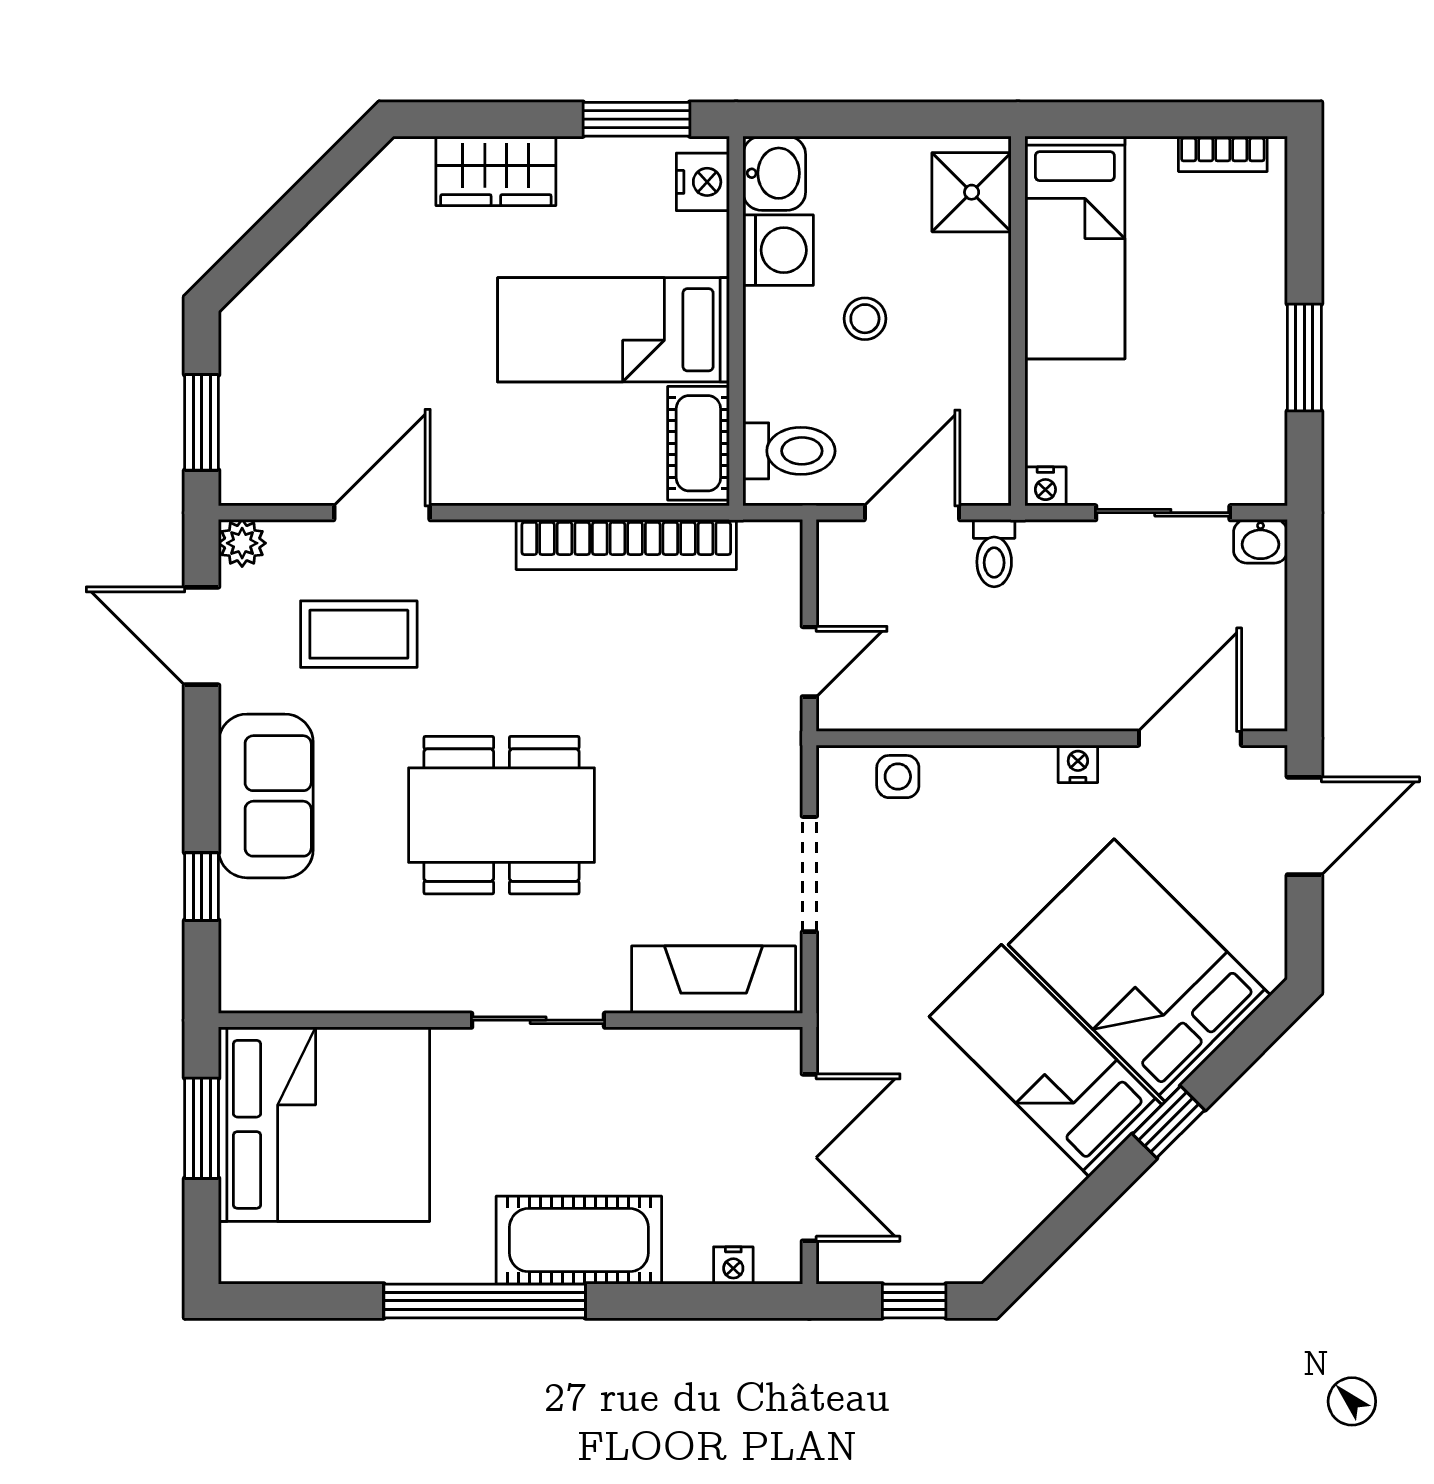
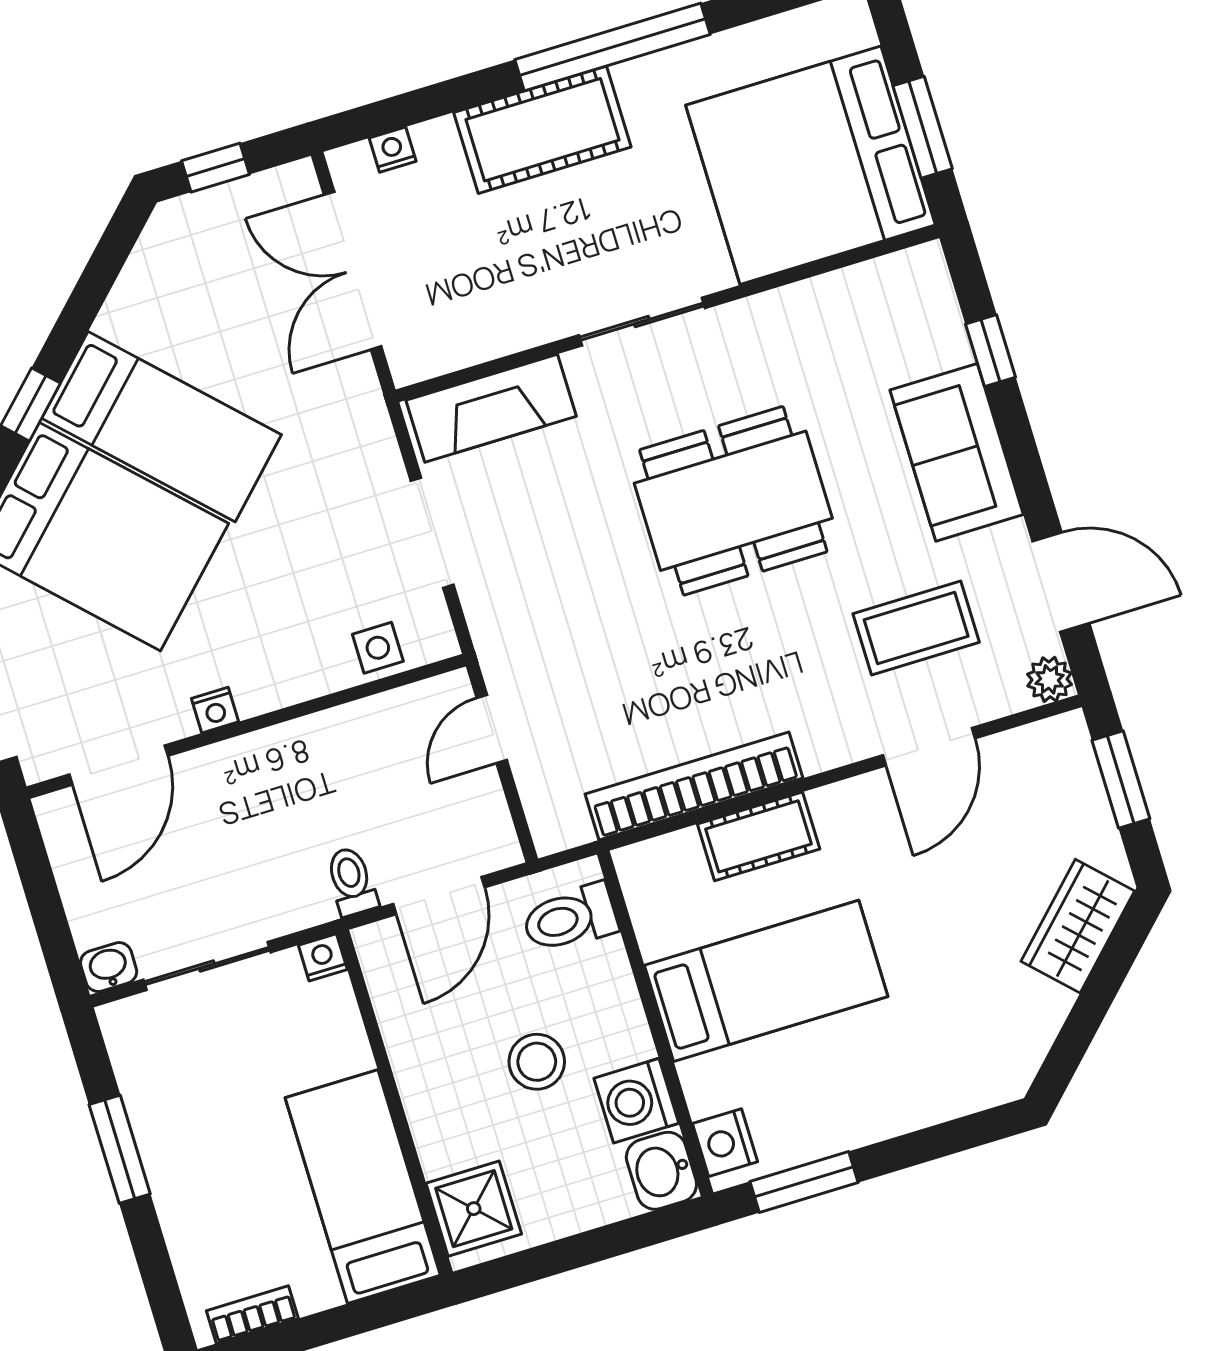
wardrobe: (496, 171) -> (1078, 926), moved, turned -45
stool: (865, 319) -> (537, 1062), width x1.37, depth x1.37
cot: (698, 443) -> (759, 836), moved, turned 90

